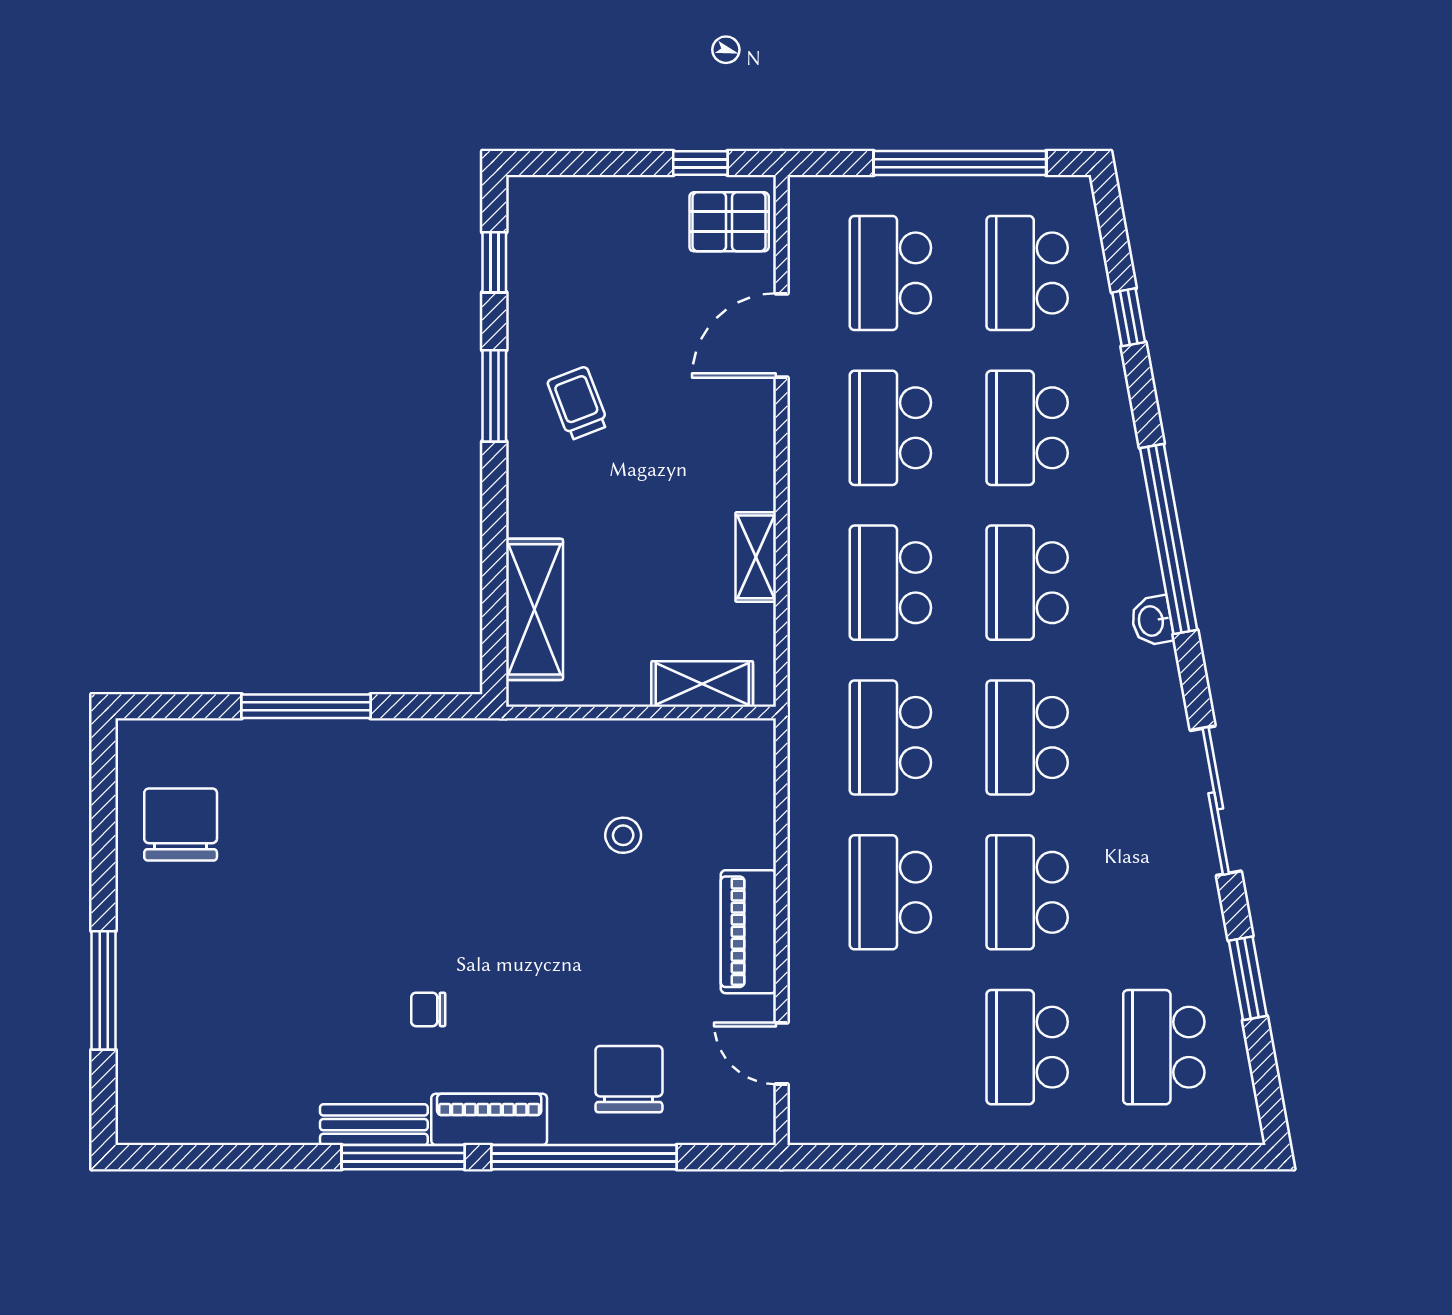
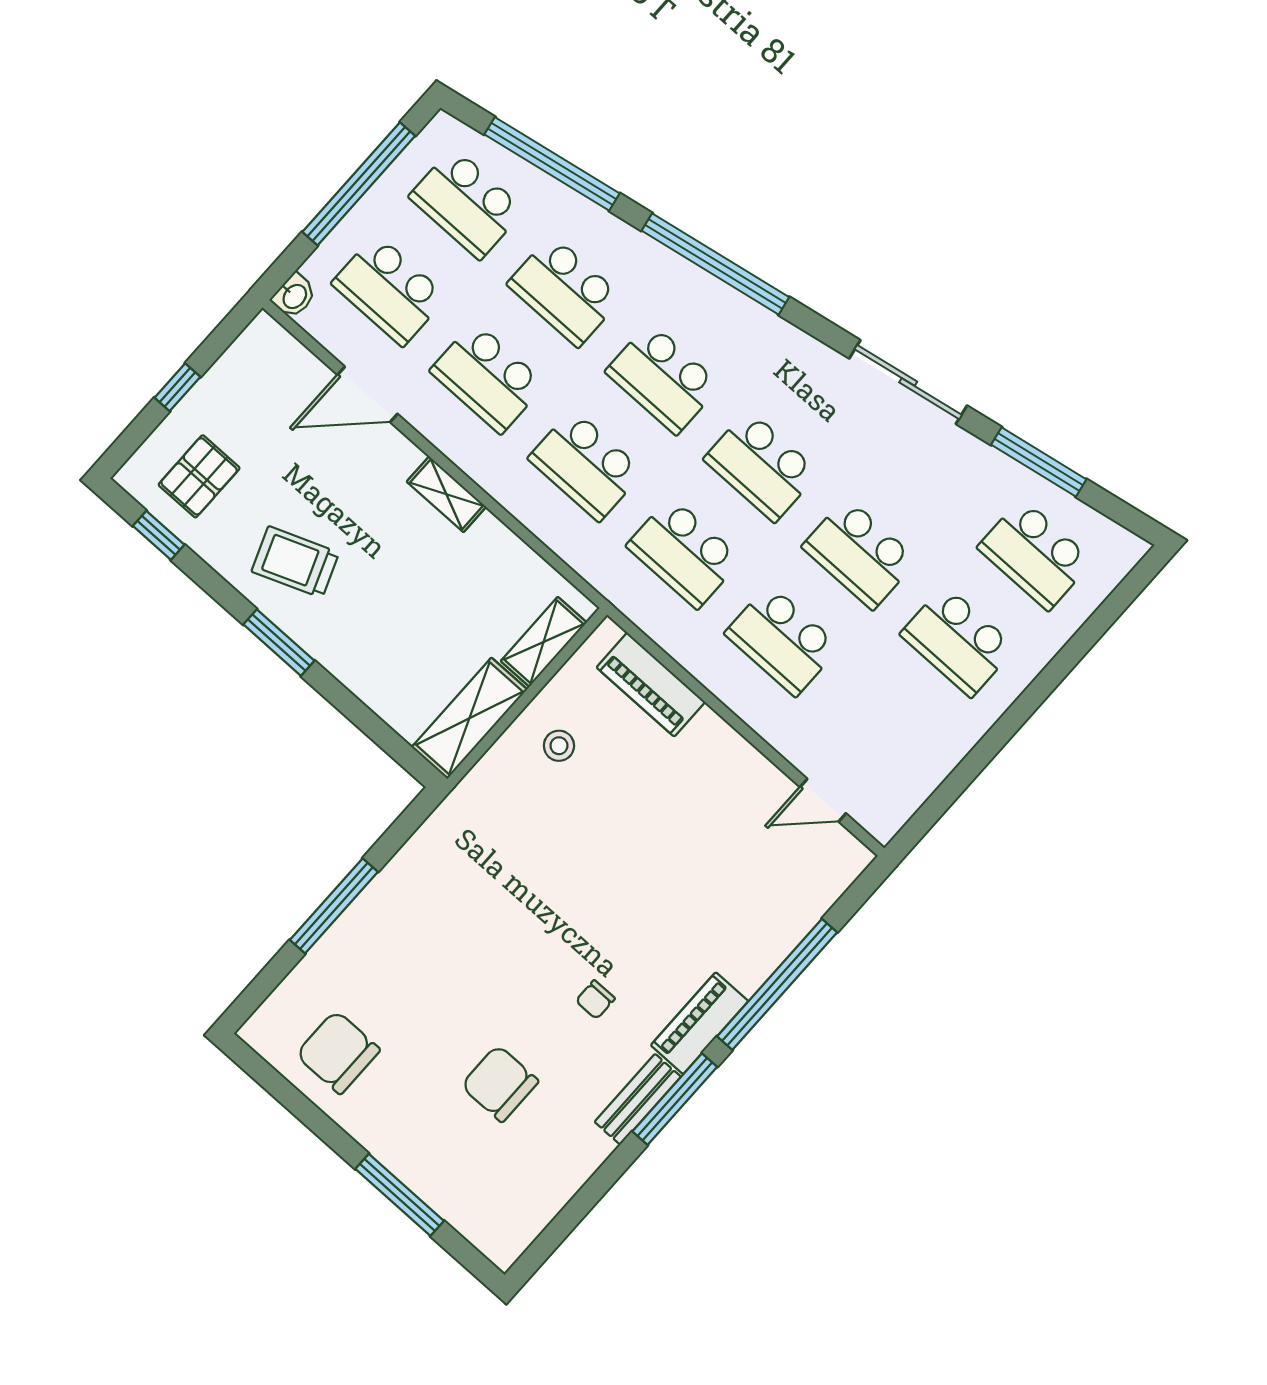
window: (700, 163) -> (177, 387), moved
pallet: (729, 222) -> (199, 476), moved
window: (1129, 317) -> (552, 164), width x3.17
door: (782, 336) -> (367, 394), hinge flipped
window: (494, 396) -> (279, 643), moved
trolley: (578, 403) -> (295, 562), width x1.36, depth x1.39
shelving: (756, 557) -> (446, 494), moved
shelving: (535, 609) -> (469, 718), moved, turned 90
washbasin: (1152, 621) -> (294, 296), moved, turned -80
stool: (623, 835) -> (559, 746), moved
piano: (748, 932) -> (651, 685), moved
window: (1248, 978) -> (1039, 462), width x1.44
chair: (629, 1079) -> (500, 1083), moved

